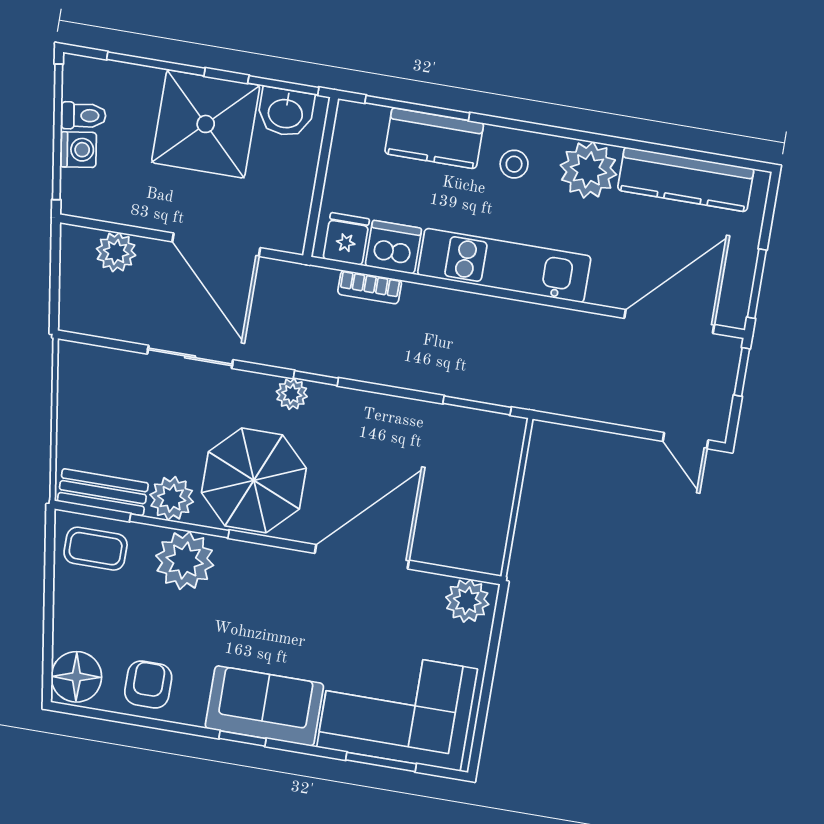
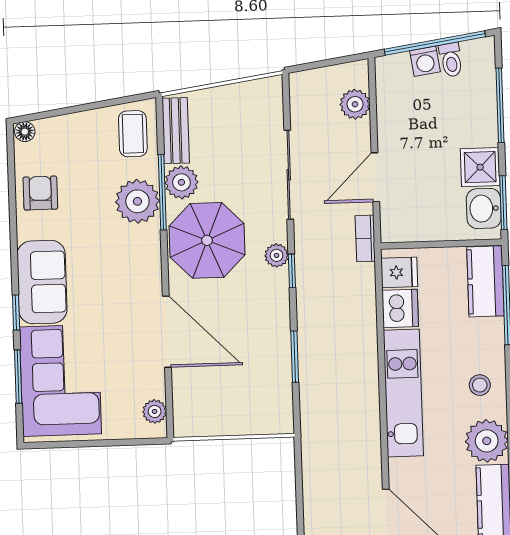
shower: (206, 124) -> (480, 167), width x0.54, depth x0.54
kitchen counter: (434, 138) -> (485, 281), moved
door: (216, 245) -> (375, 177), width x0.73
bookcase: (370, 287) -> (365, 238), moved
sliding door: (190, 357) -> (289, 175), width x1.37
window: (477, 405) -> (295, 357), moved
plant: (467, 601) -> (155, 411), width x0.73, depth x0.73
floor lamp: (76, 677) -> (25, 132), width x0.53, depth x0.53
armchair: (148, 684) -> (40, 193), turned -90
window: (243, 738) -> (16, 312), moved

